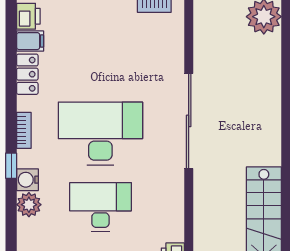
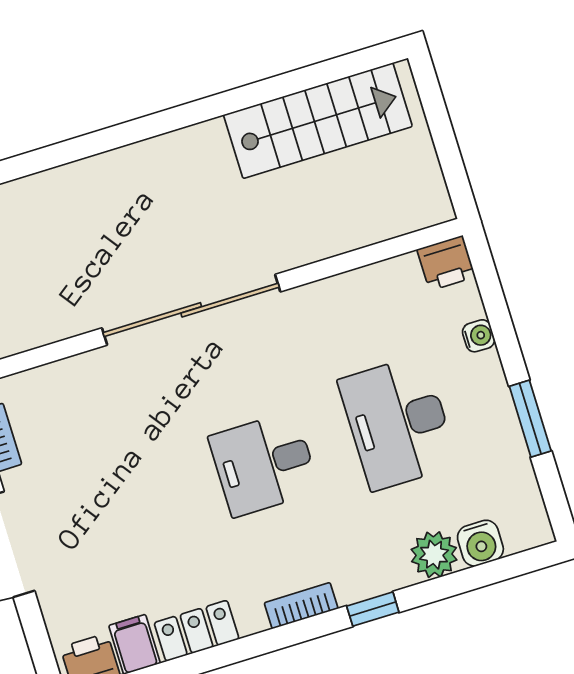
desk: (100, 134) -> (264, 464), width x0.53, depth x0.77
water cooler: (27, 180) -> (480, 543), moved

